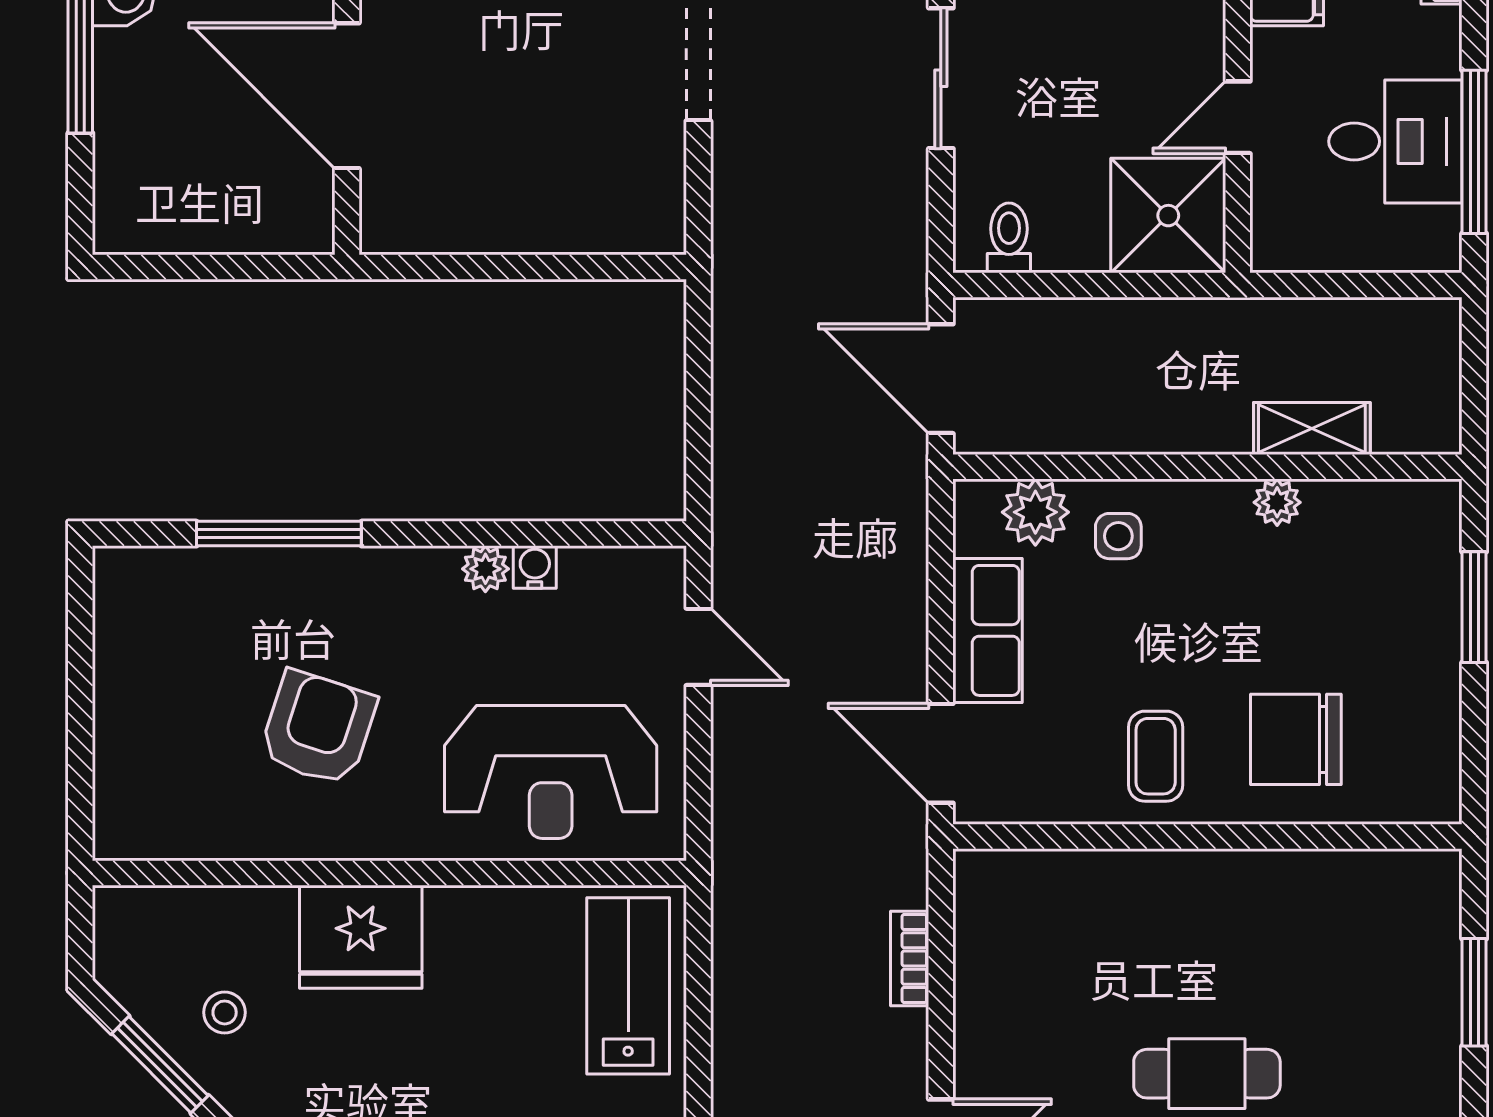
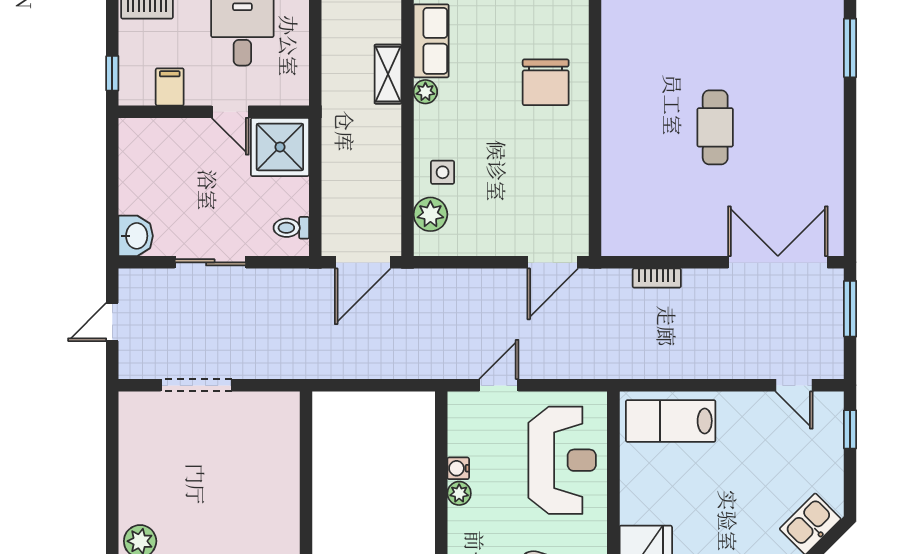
row of seats: (987, 630) -> (431, 41), moved, turned 90
coffee table: (1156, 756) -> (554, 153), removed

